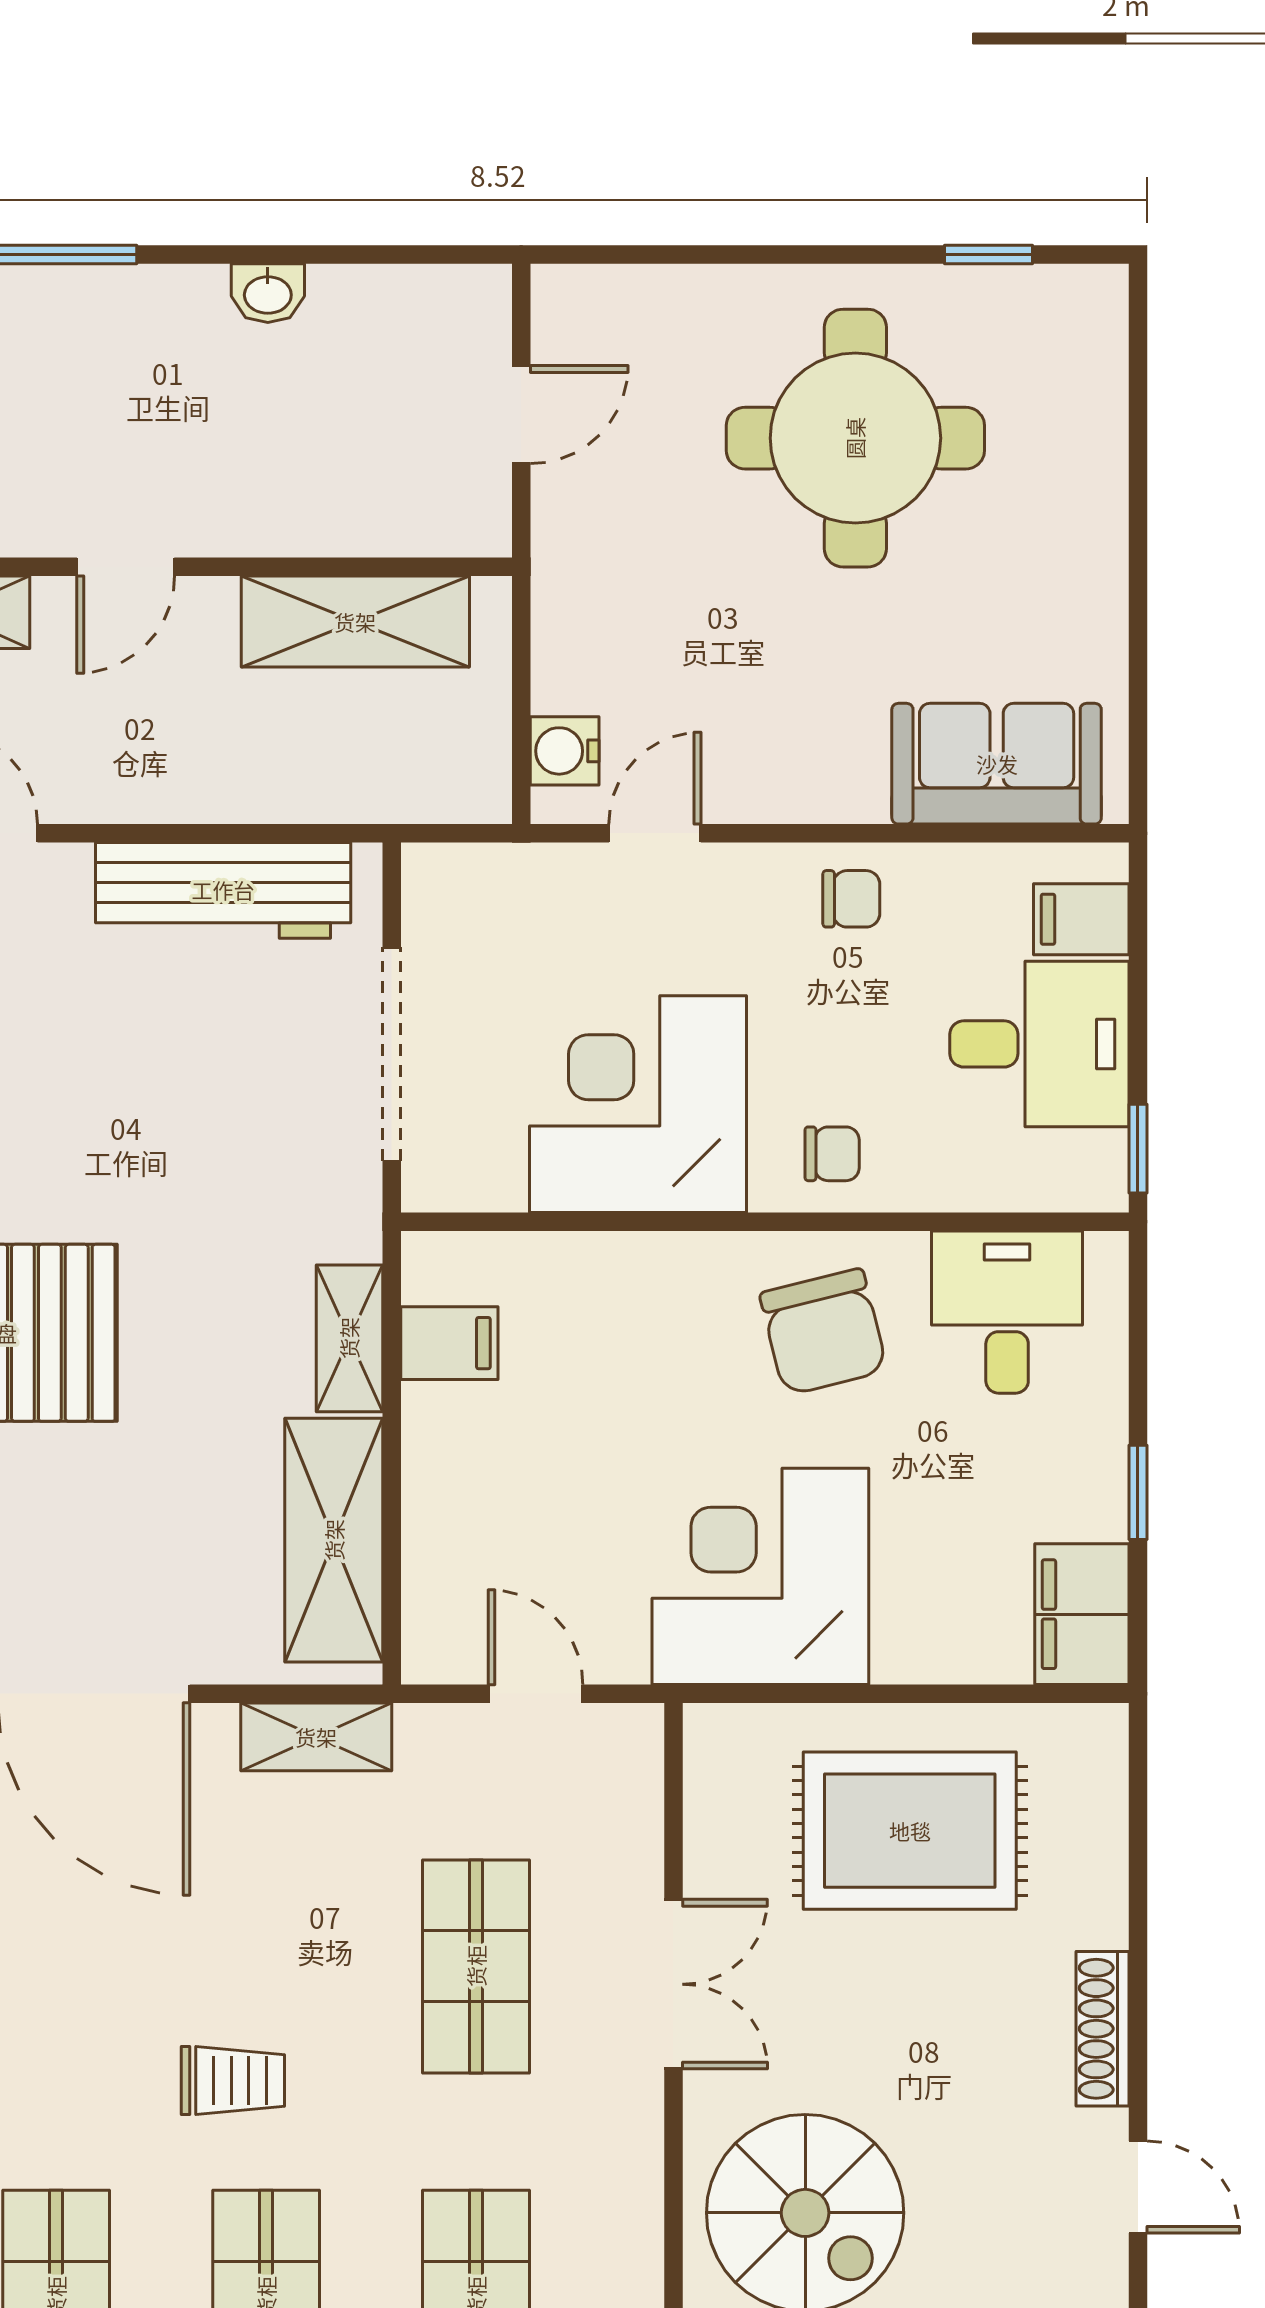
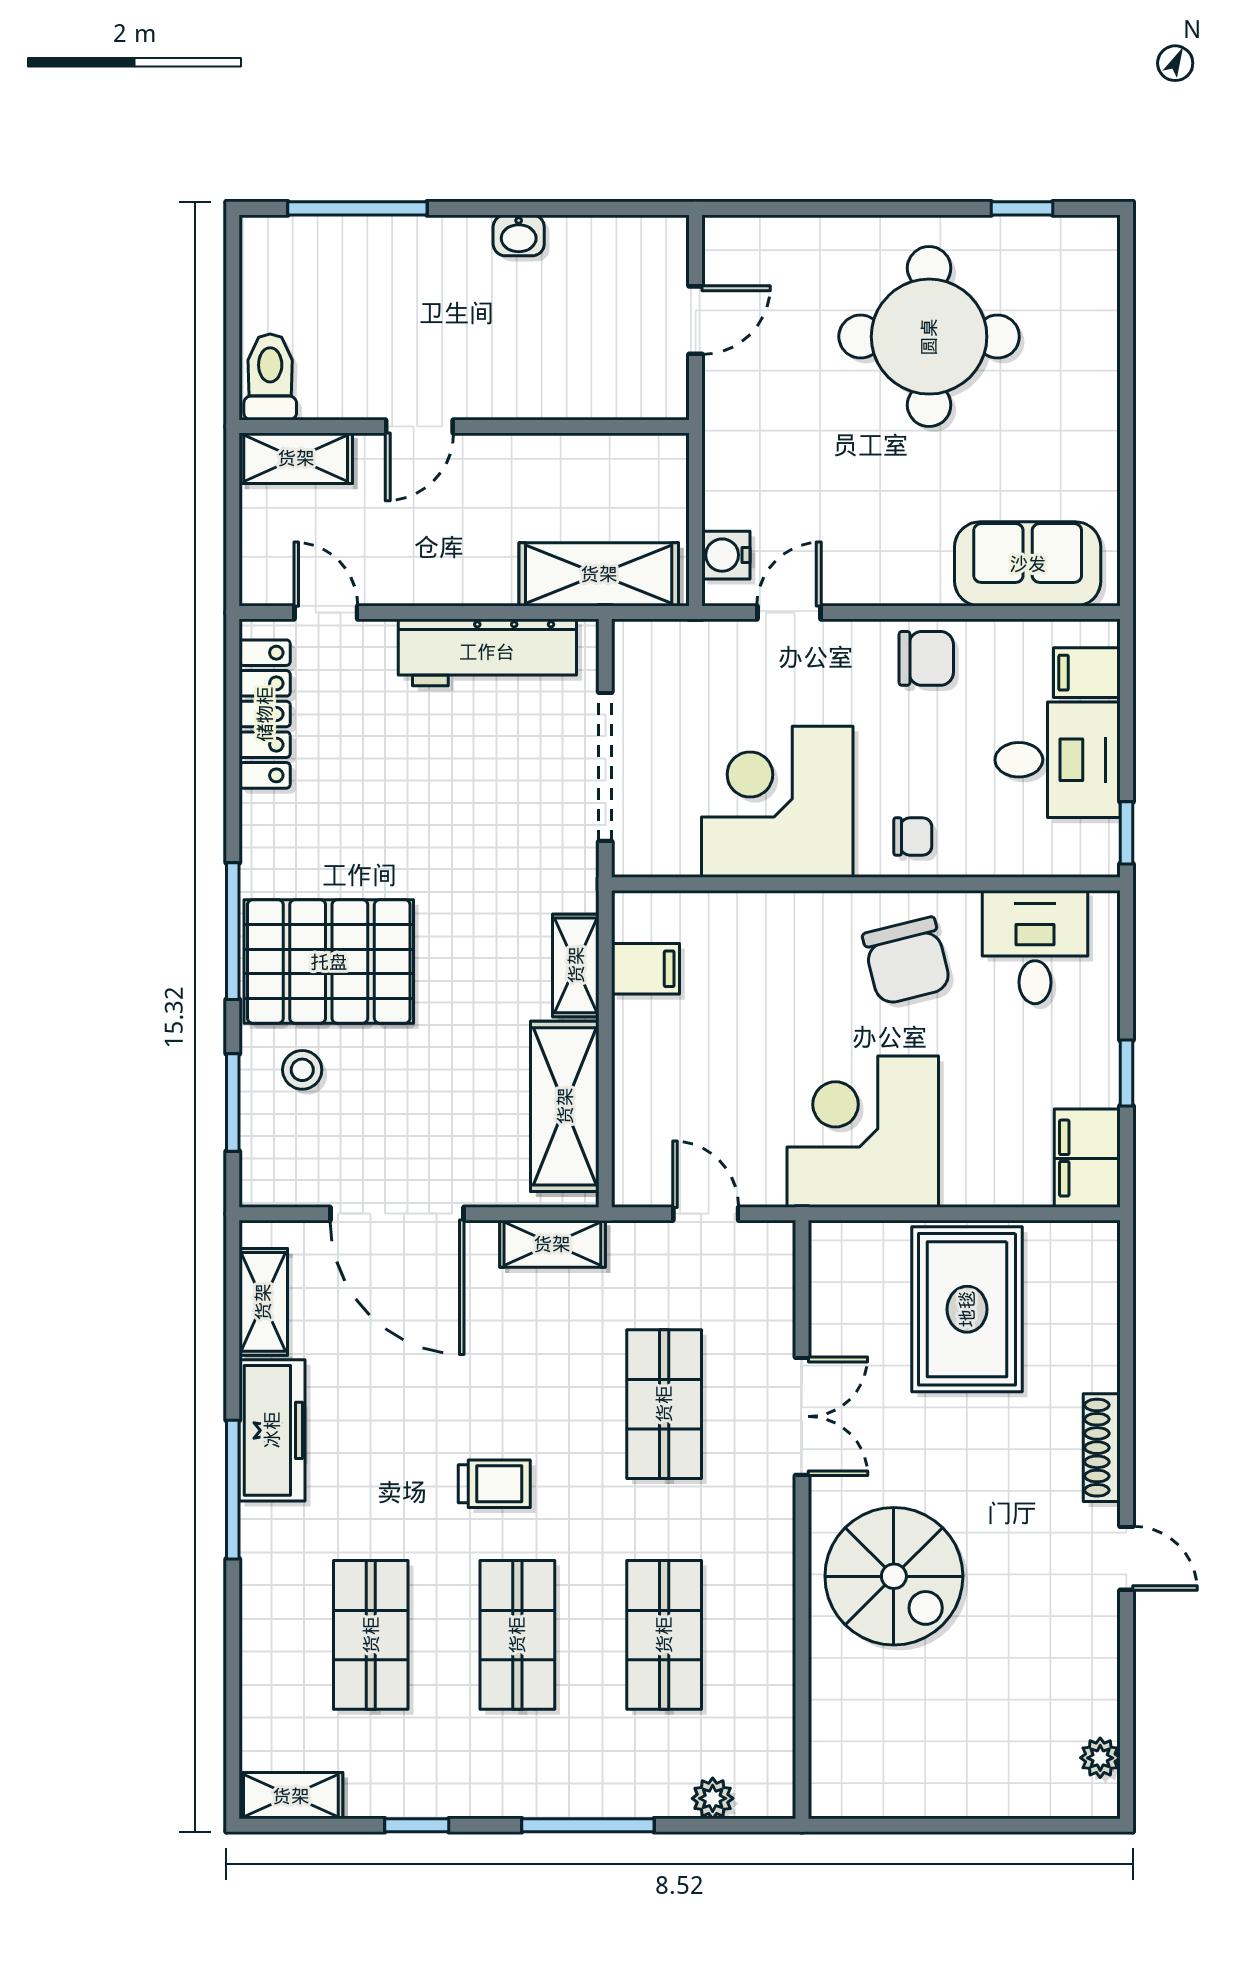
shelving: (355, 622) -> (599, 574), moved
chair: (851, 899) -> (926, 658), width x1.37, depth x1.37
rug: (910, 1831) -> (967, 1309), turned 90

